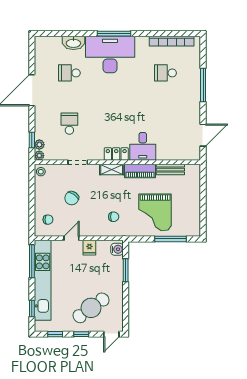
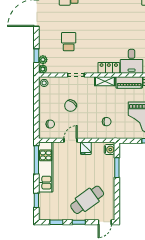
kitchen unit: (43, 280) -> (46, 167), width x0.73

